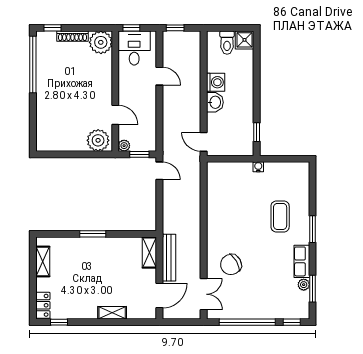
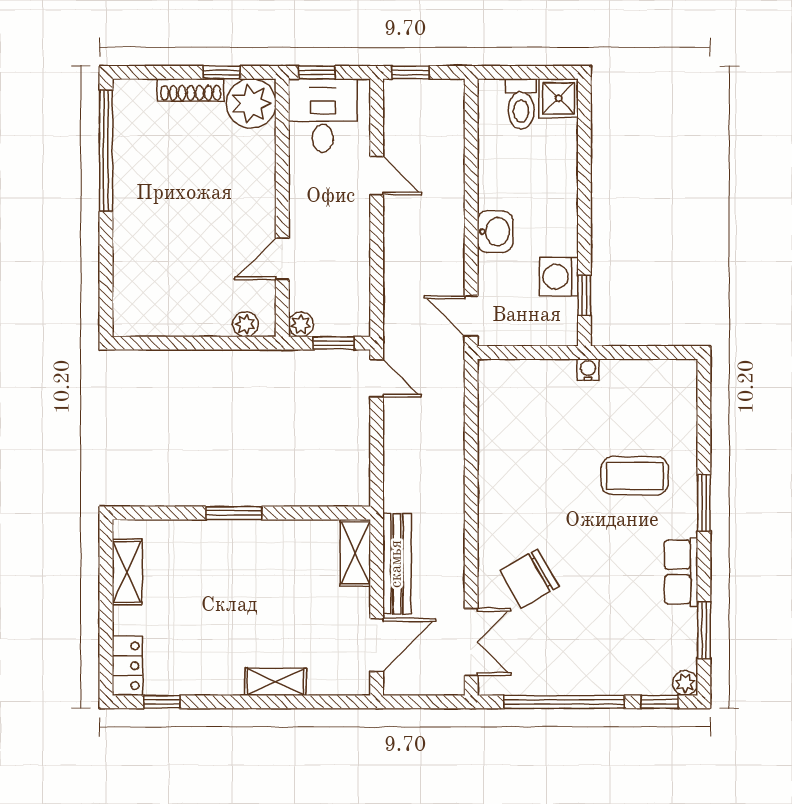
window: (53, 28) -> (222, 72), moved
washing machine: (216, 82) -> (559, 277), moved, turned 180
door: (115, 115) -> (282, 259), swing flipped
plant: (98, 140) -> (245, 324), width x0.53, depth x0.53
coffee table: (280, 216) -> (635, 476), turned 90
plant: (304, 285) -> (685, 683), moved

